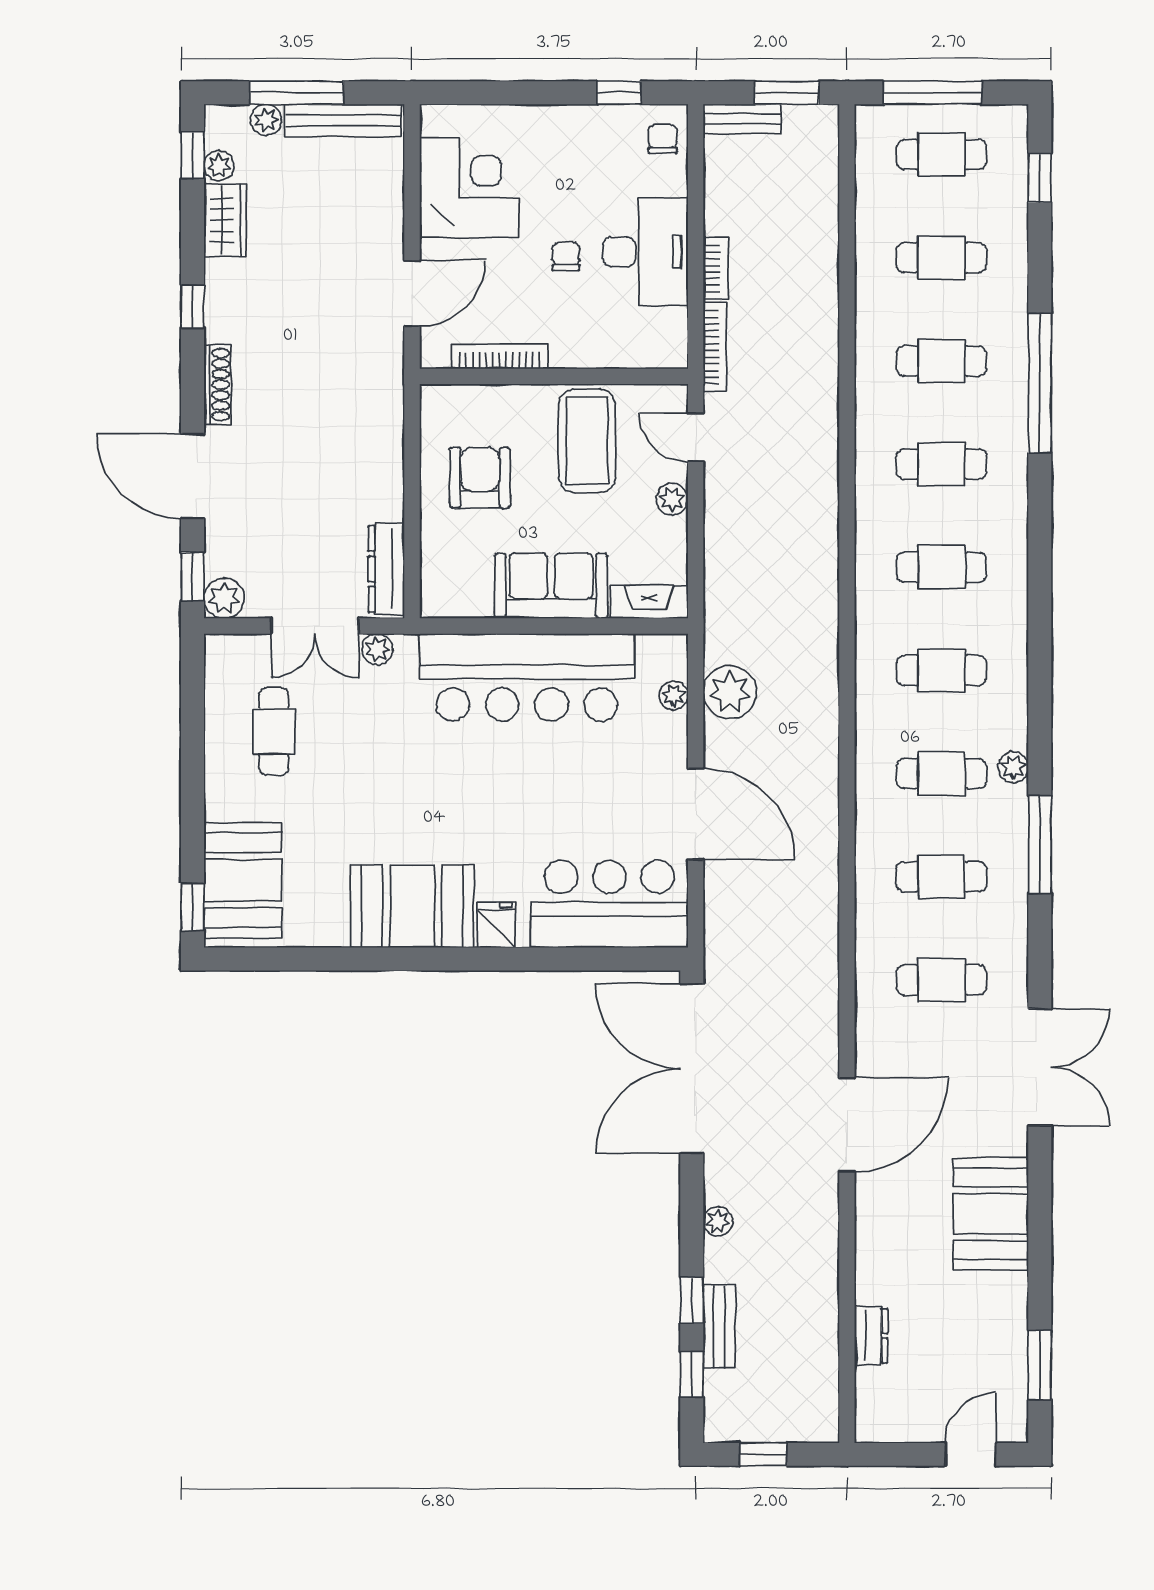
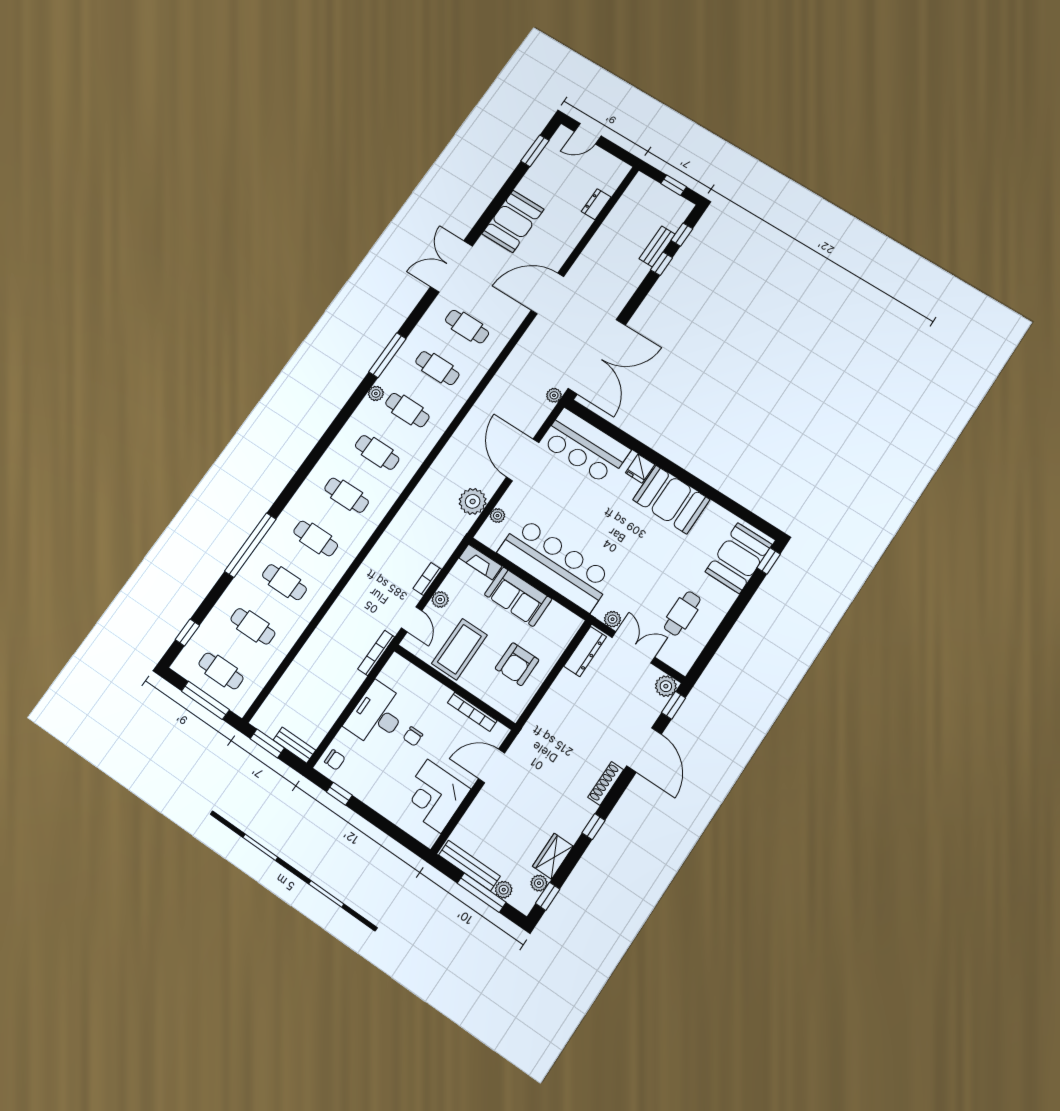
chair: (663, 139) -> (335, 760), turned -90
bookcase: (716, 268) -> (427, 579), moved
plant: (718, 1221) -> (554, 395), moved

